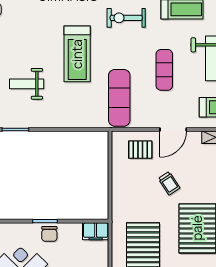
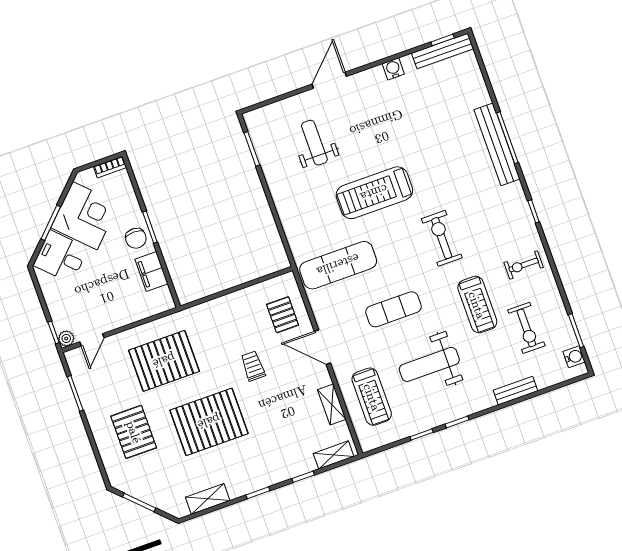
trolley: (169, 183) -> (253, 366), turned 123
filing cabinet: (96, 231) -> (151, 272), moved
chair: (49, 234) -> (136, 238), turned -90

